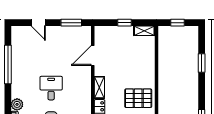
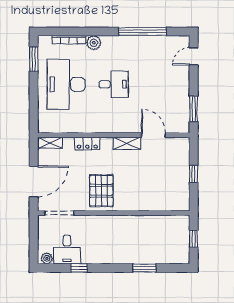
door: (38, 23) -> (194, 56), moved
shelving: (144, 31) -> (184, 198), removed
shelving: (99, 87) -> (127, 143), moved

